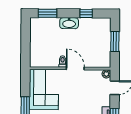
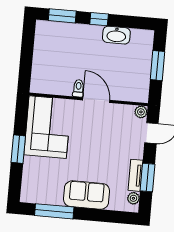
window: (86, 13) -> (99, 19), moved
washbasin: (69, 23) -> (116, 35), moved

